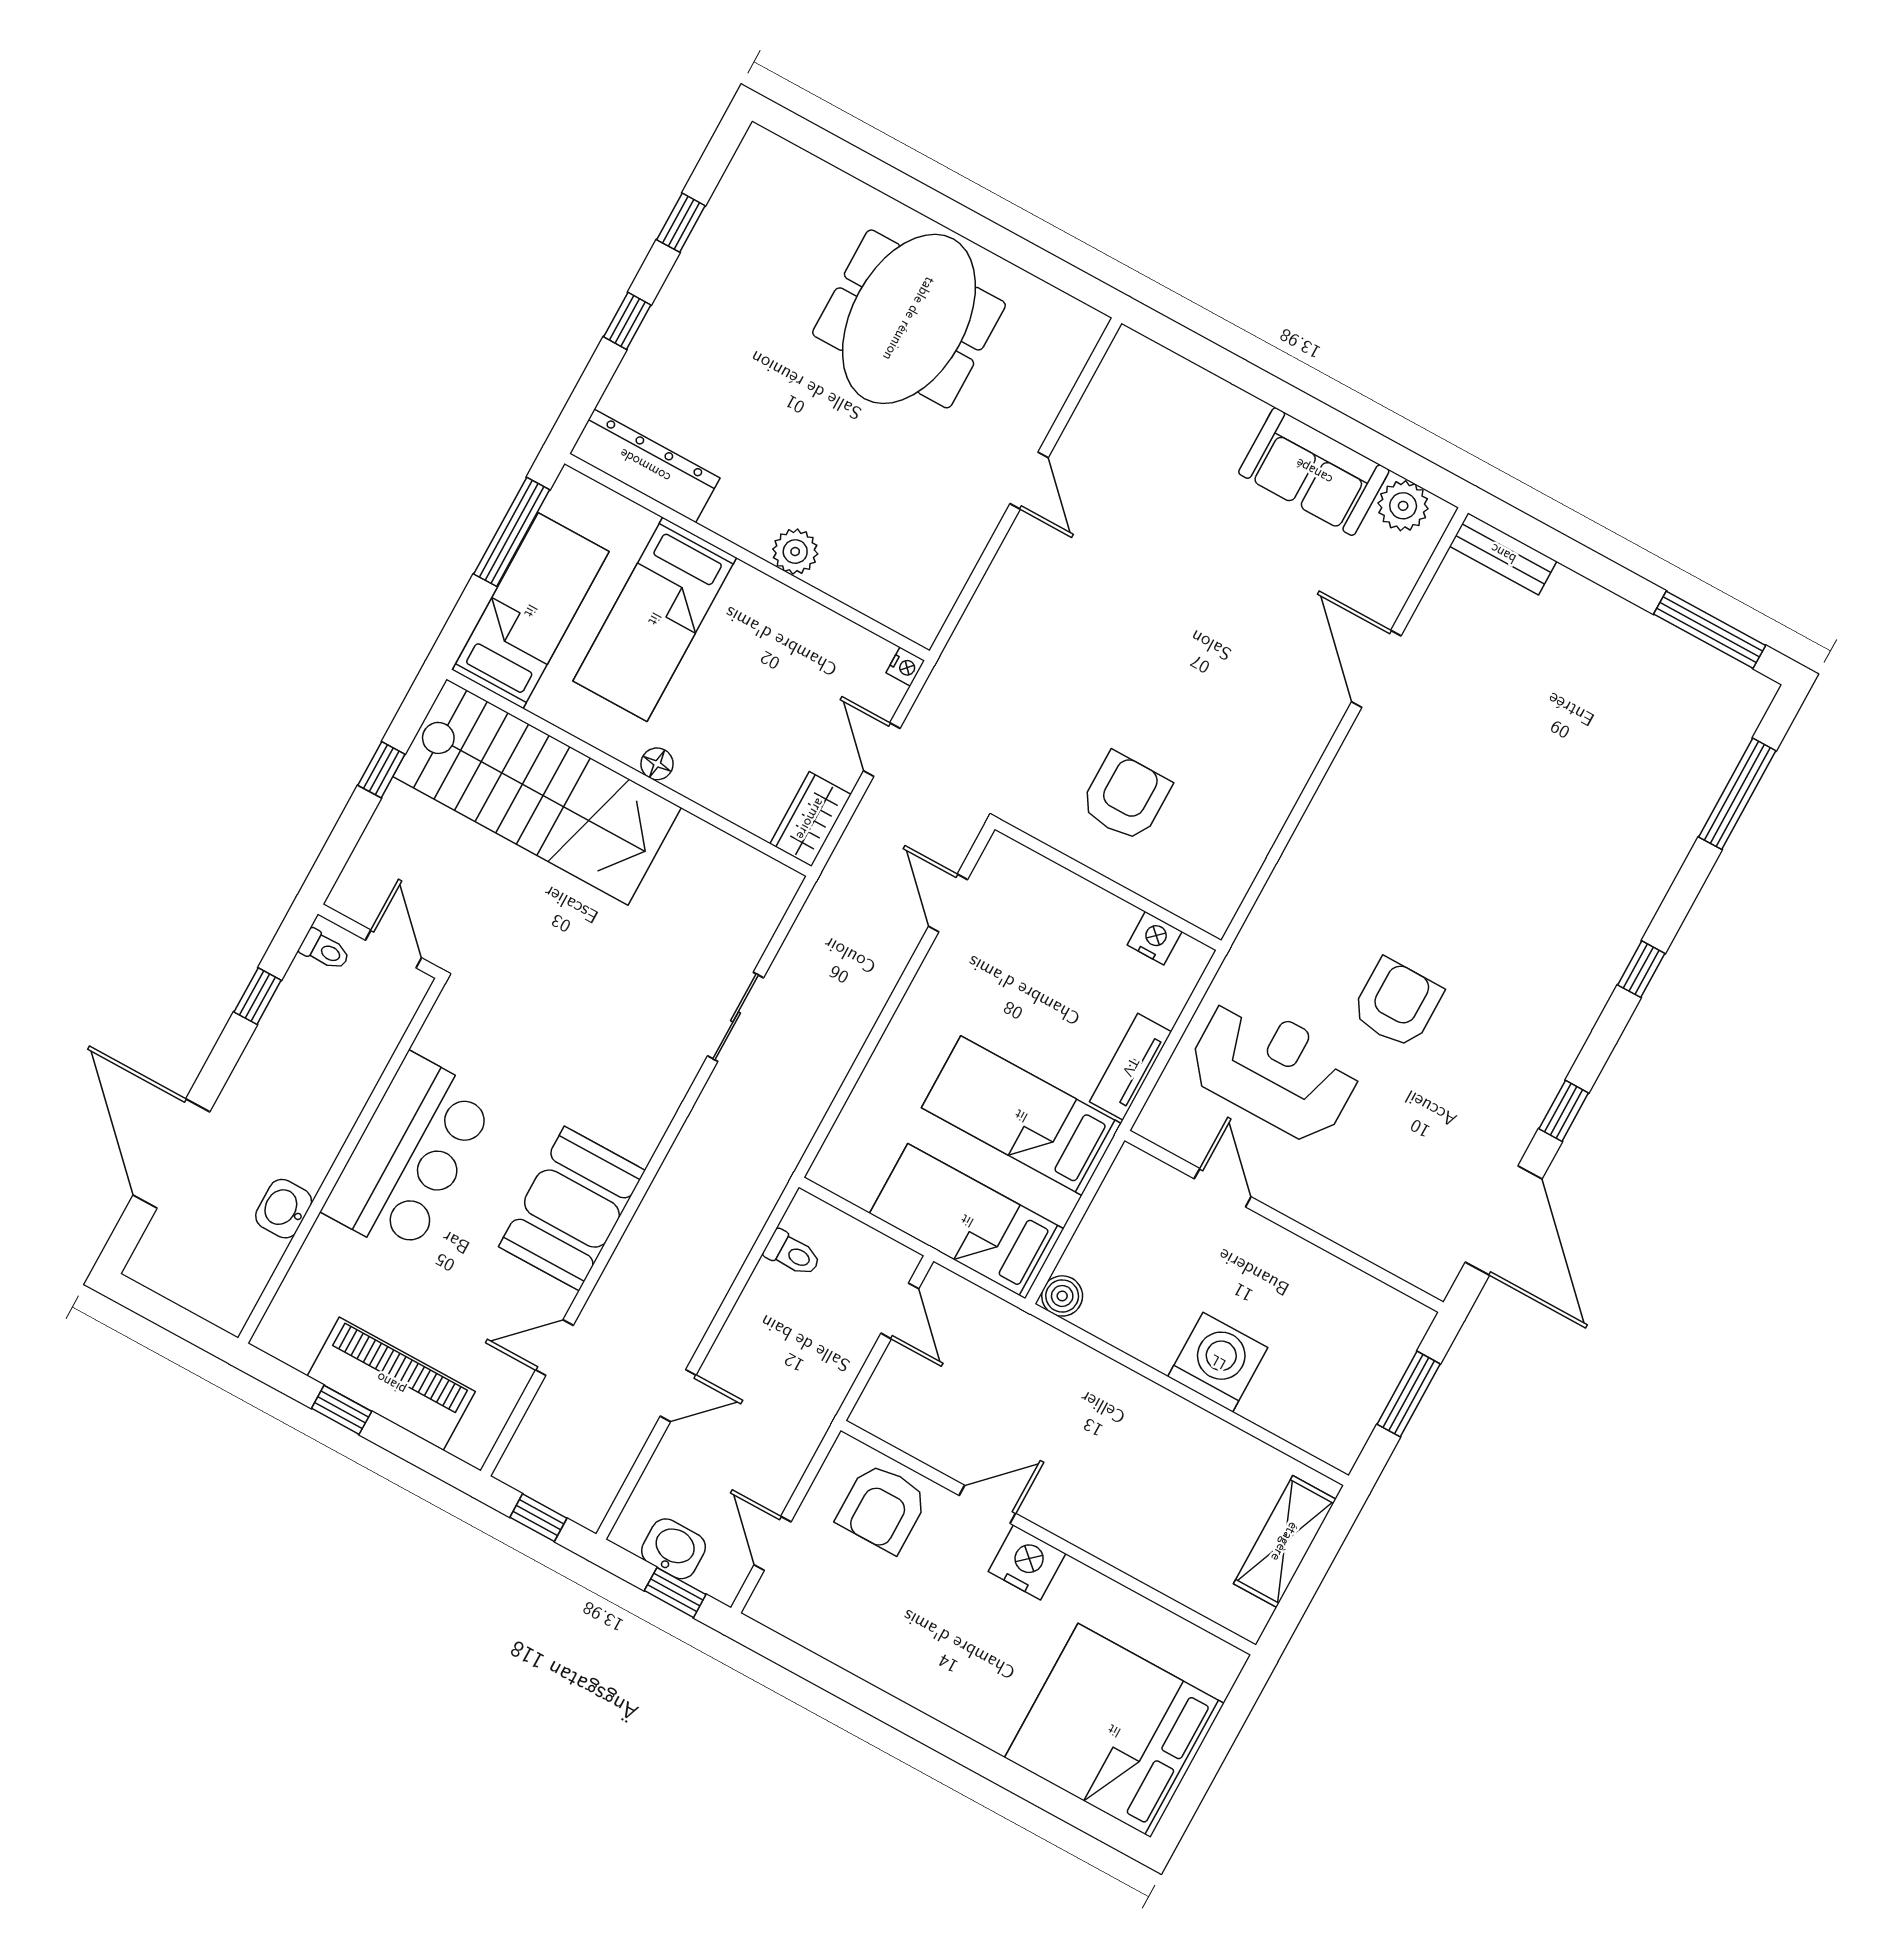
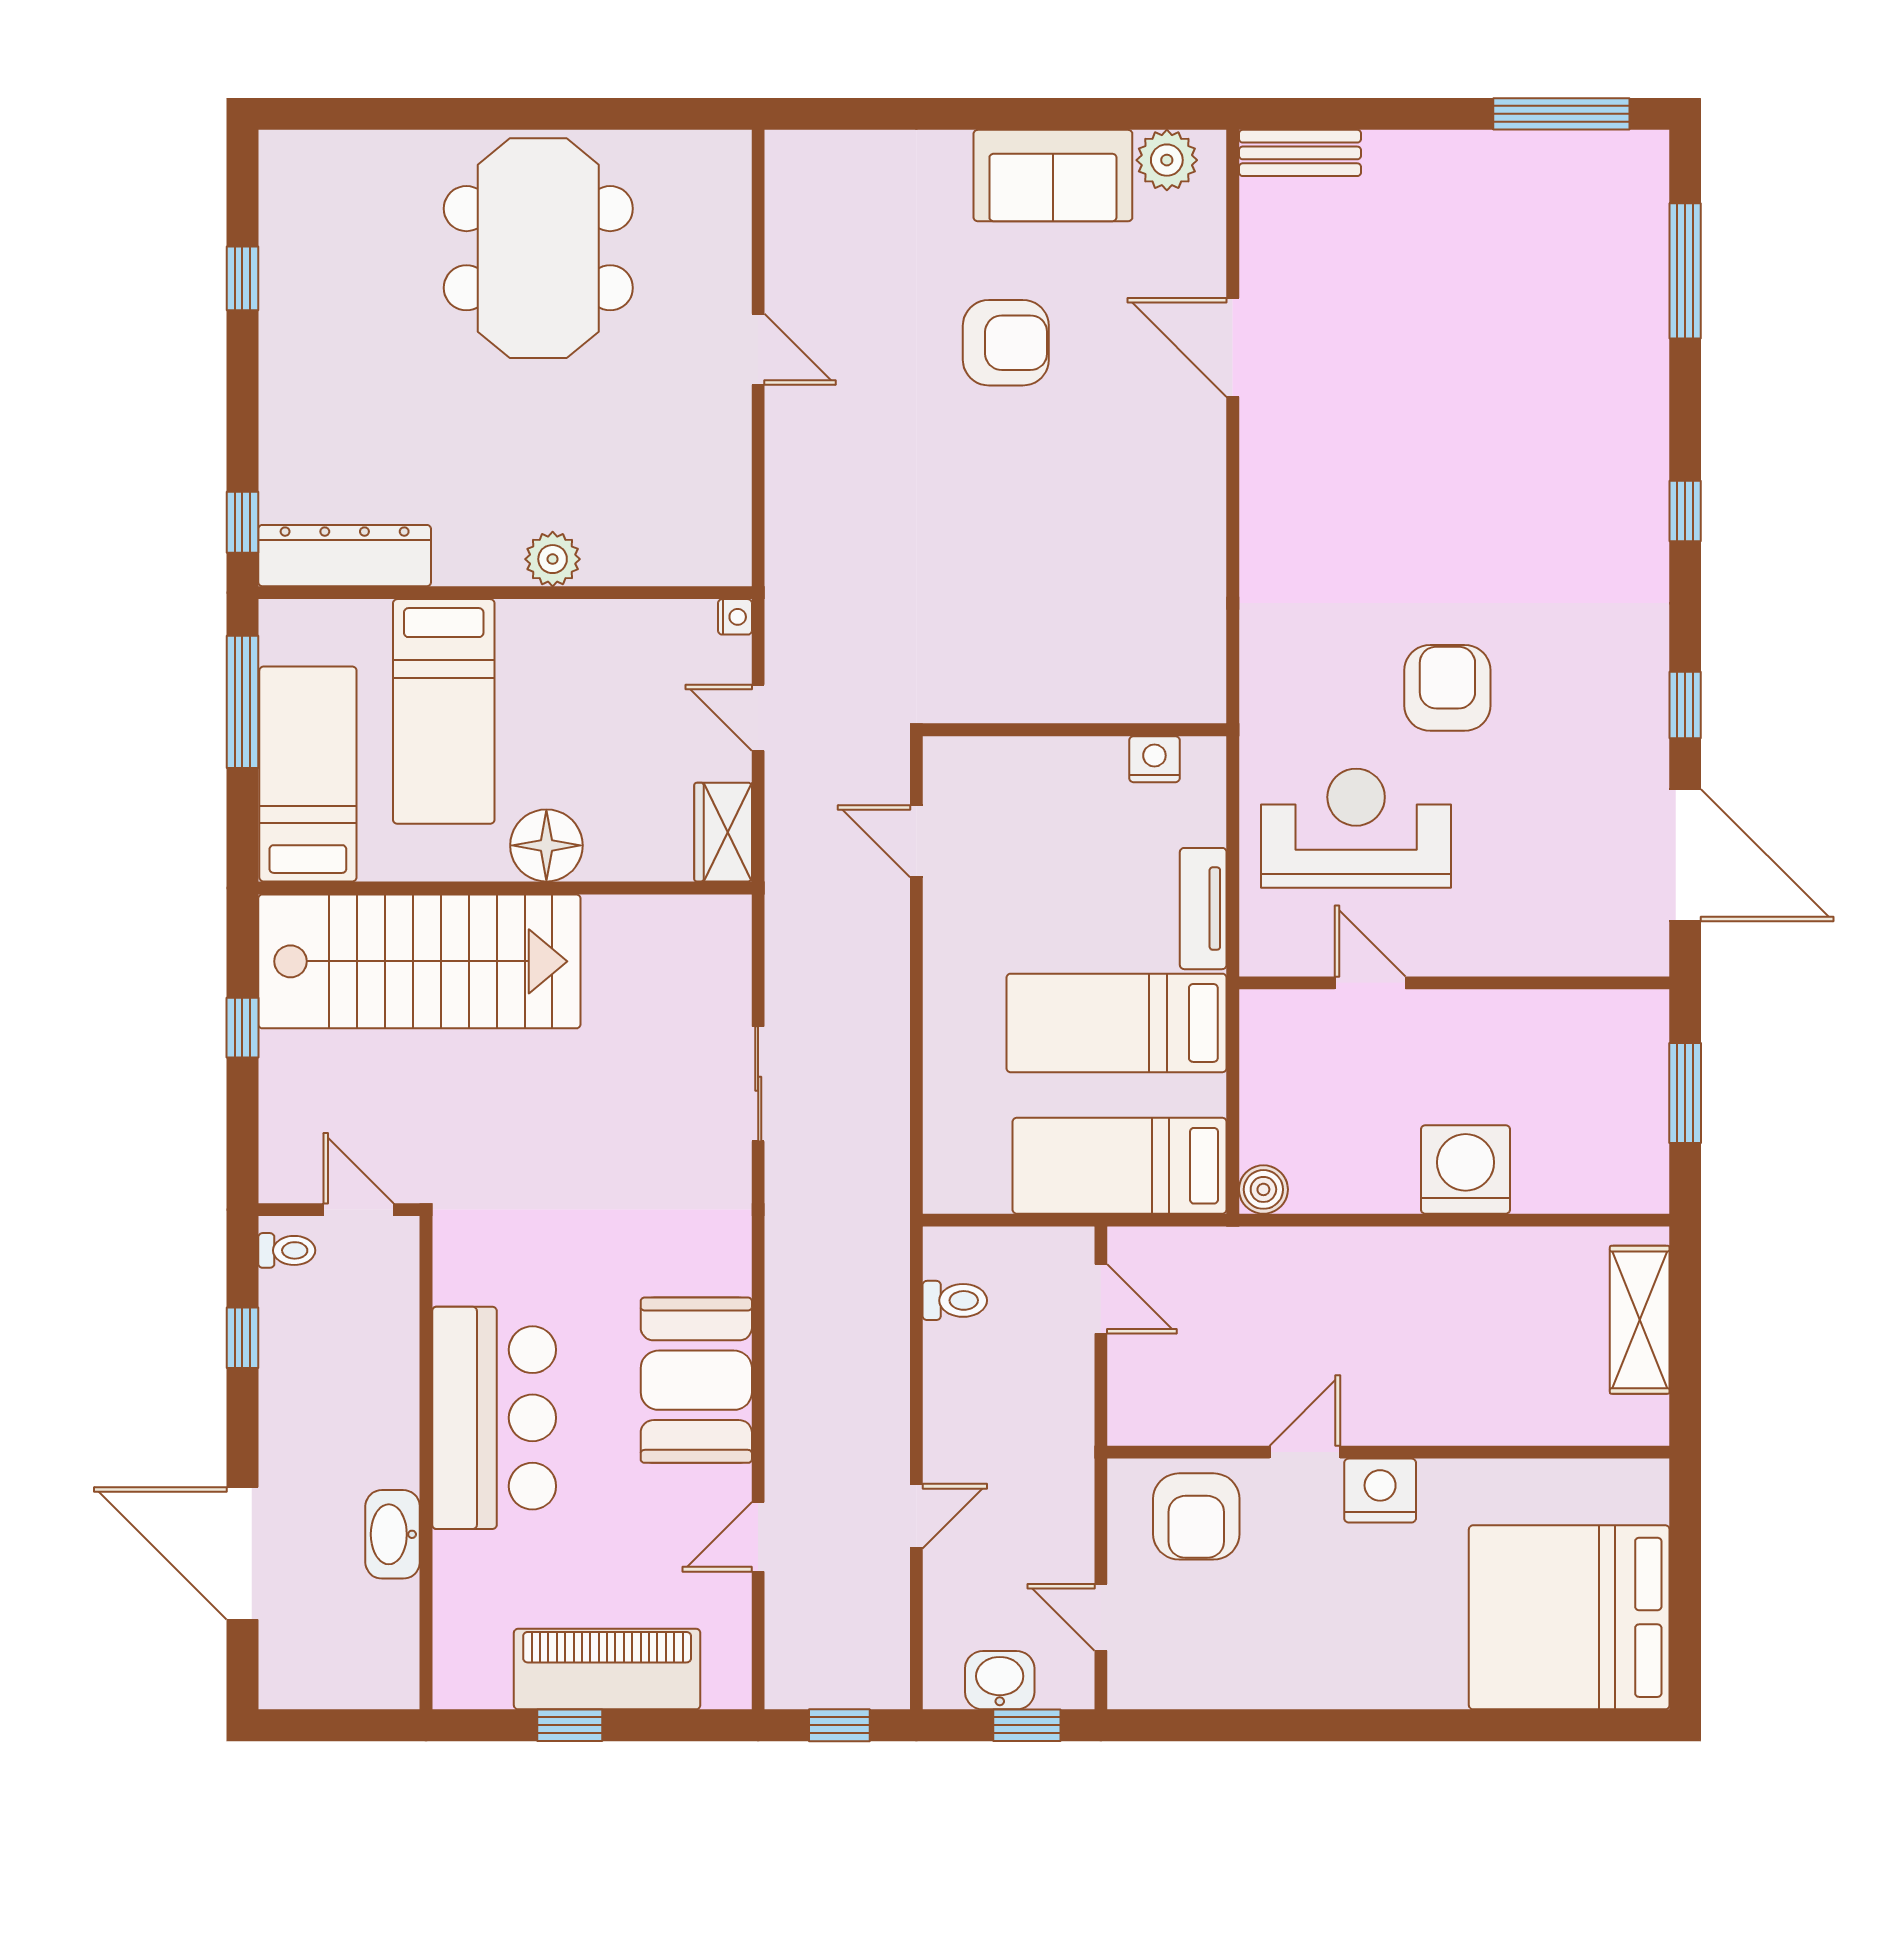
window: (627, 321) -> (242, 522), moved
floor lamp: (657, 764) -> (546, 845), width x1.89, depth x1.89
armchair: (1126, 797) -> (1006, 343), moved, turned 90
washbasin: (284, 1209) -> (393, 1534), width x1.38

